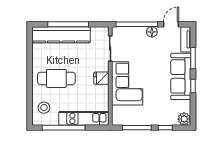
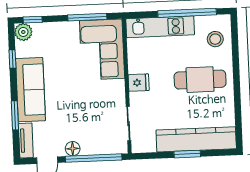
window: (68, 24) -> (187, 154), width x0.47
corner sofa: (127, 83) -> (102, 50), moved
window: (193, 86) -> (12, 59), moved
window: (165, 128) -> (33, 20), moved

